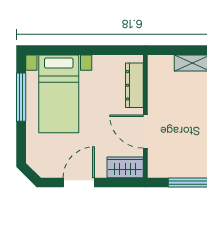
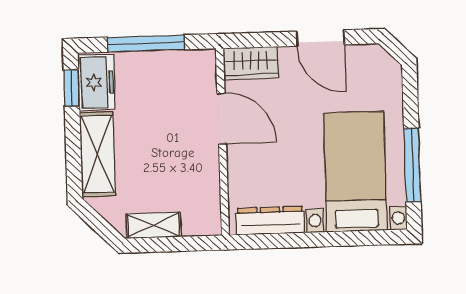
dresser: (134, 85) -> (270, 221), moved, turned -90
door: (79, 182) -> (320, 38), hinge flipped

